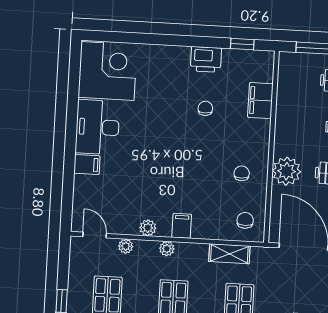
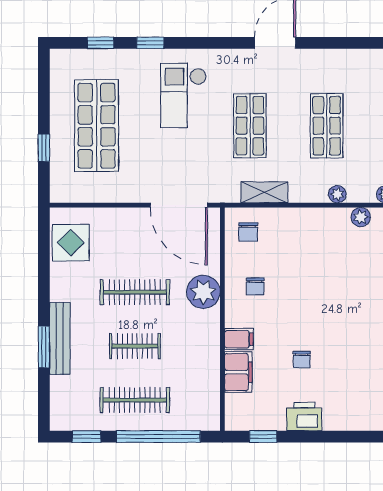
filing cabinet: (182, 226) -> (239, 339), moved, turned -90

